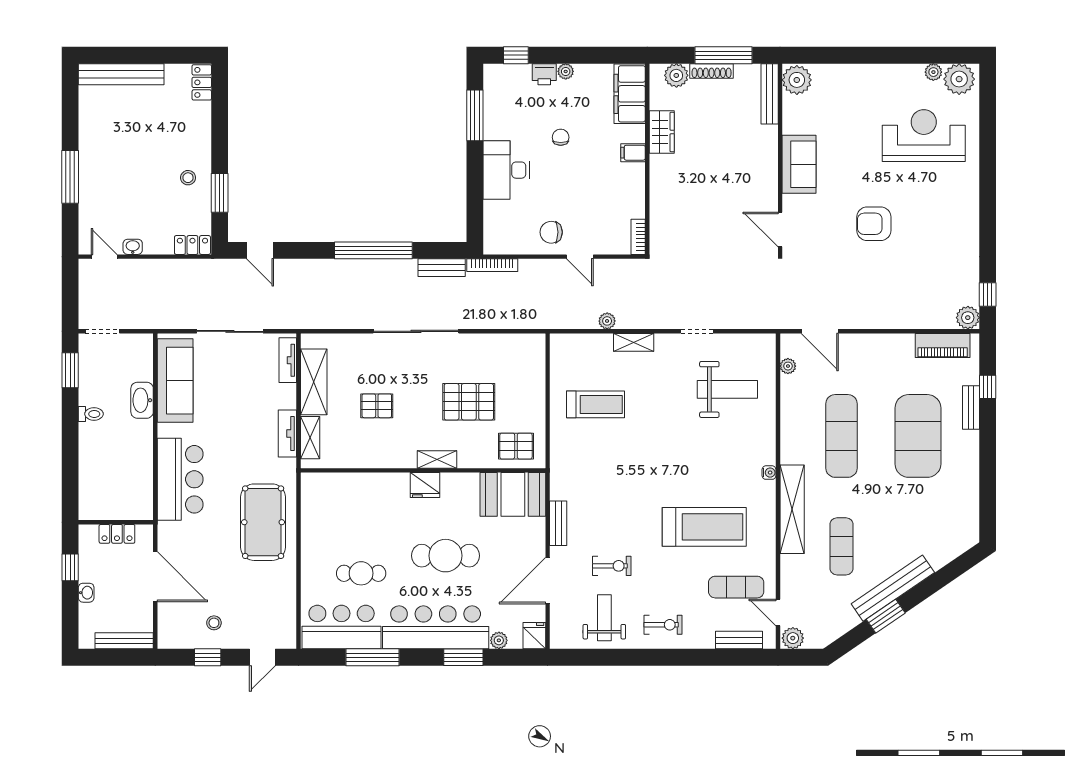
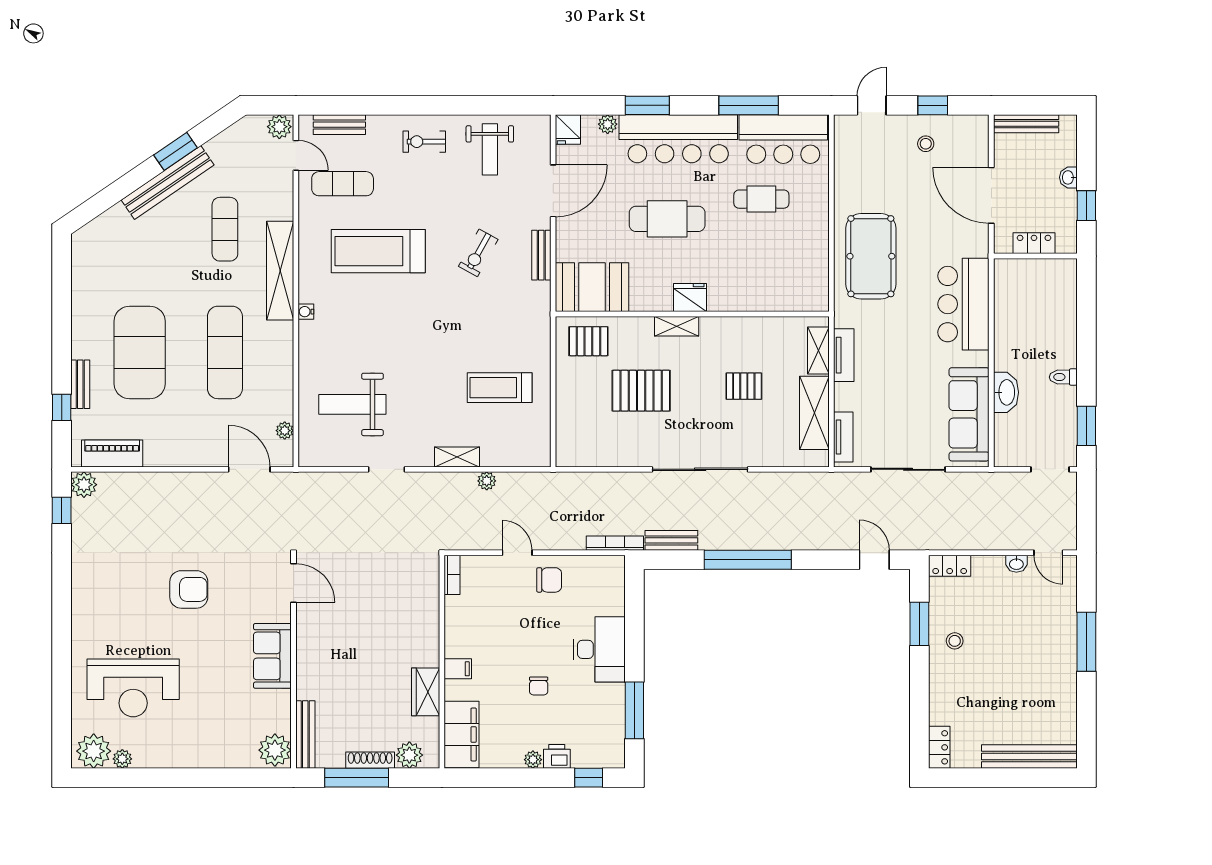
exercise bike: (612, 566) -> (478, 253), moved, turned -61

